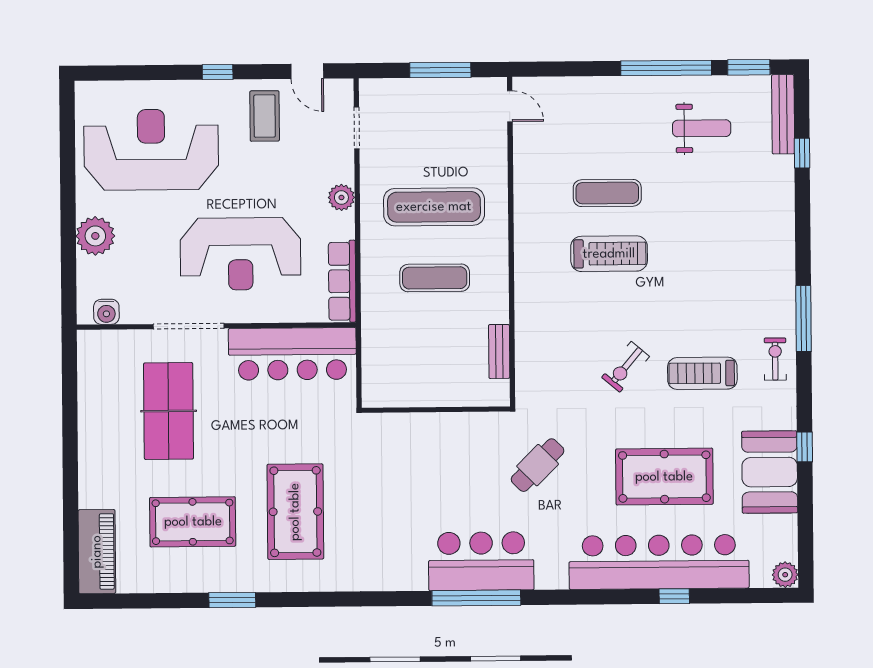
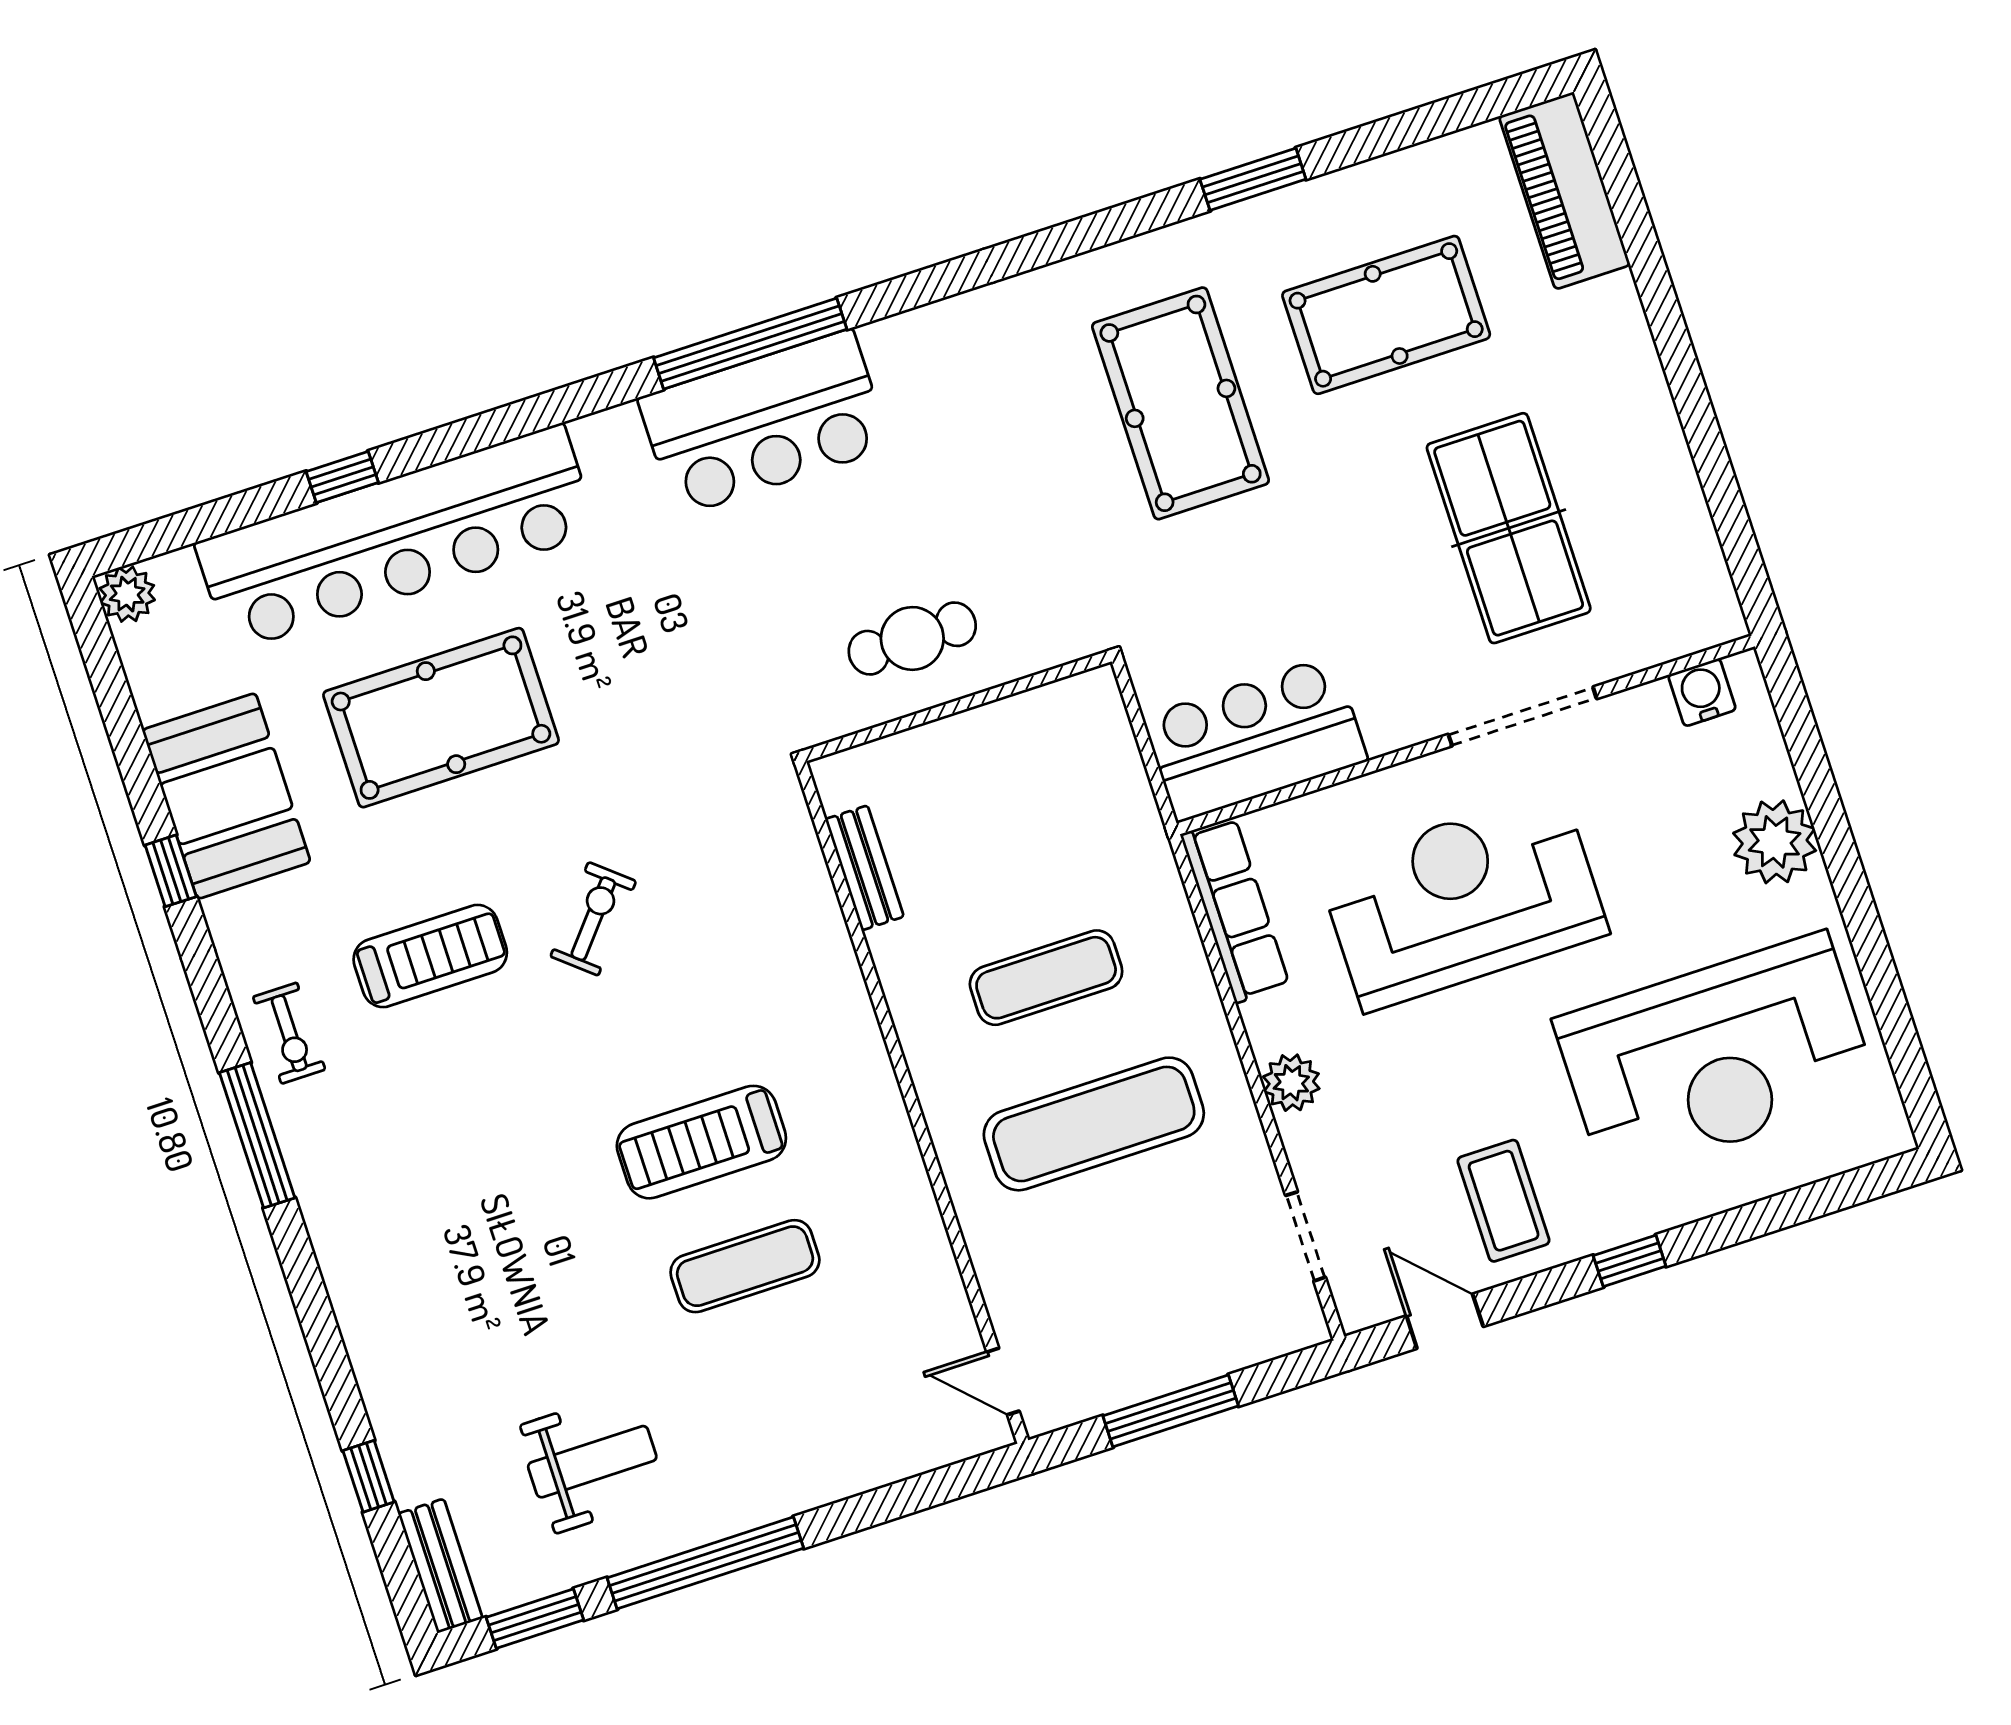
bench: (783, 114) -> (440, 1566), width x0.73
weight bench: (702, 128) -> (592, 1462), turned 180
bar counter: (292, 354) -> (1255, 739), width x0.73
cafe table: (538, 465) -> (912, 638), moved, turned 45

